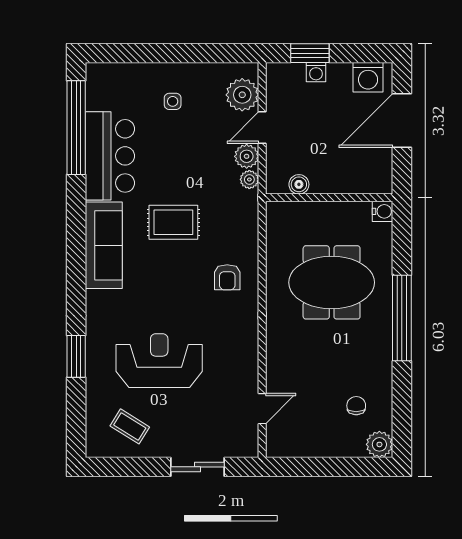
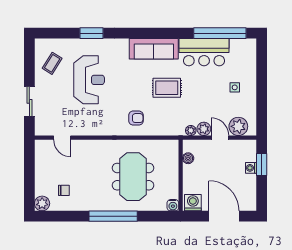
washing machine: (368, 77) -> (193, 203), moved, turned 90
rug: (173, 222) -> (167, 88), turned 90
armchair: (227, 277) -> (136, 118), turned 180

